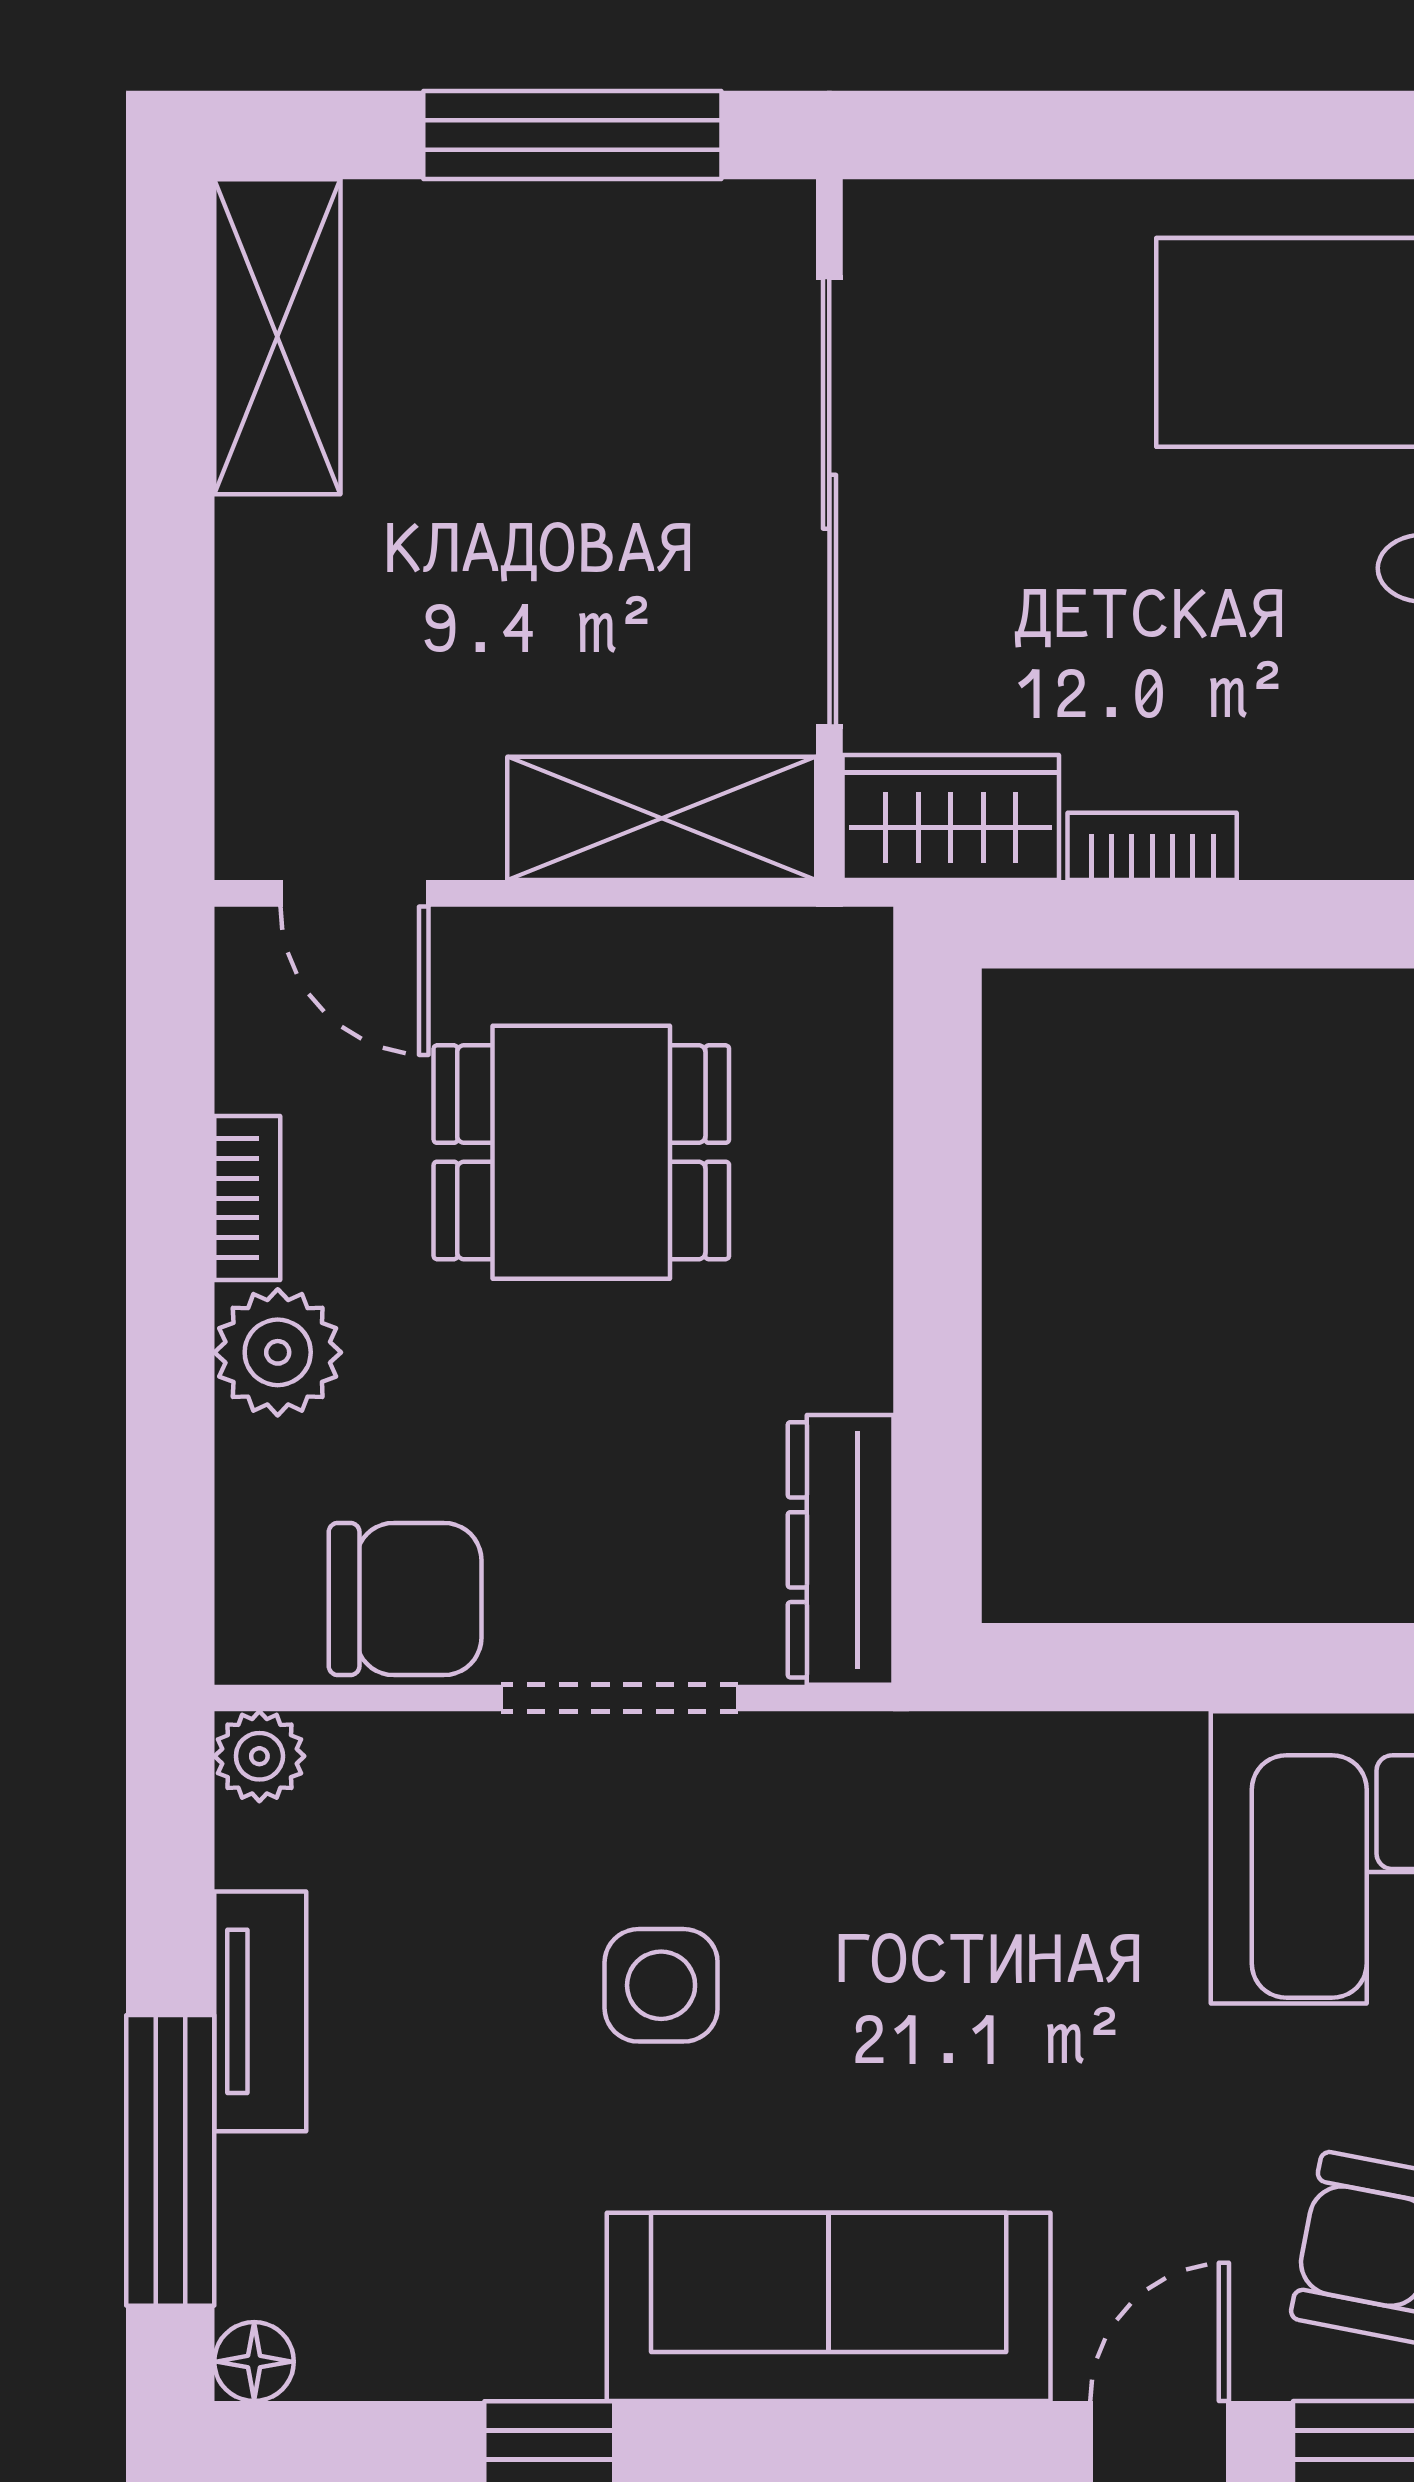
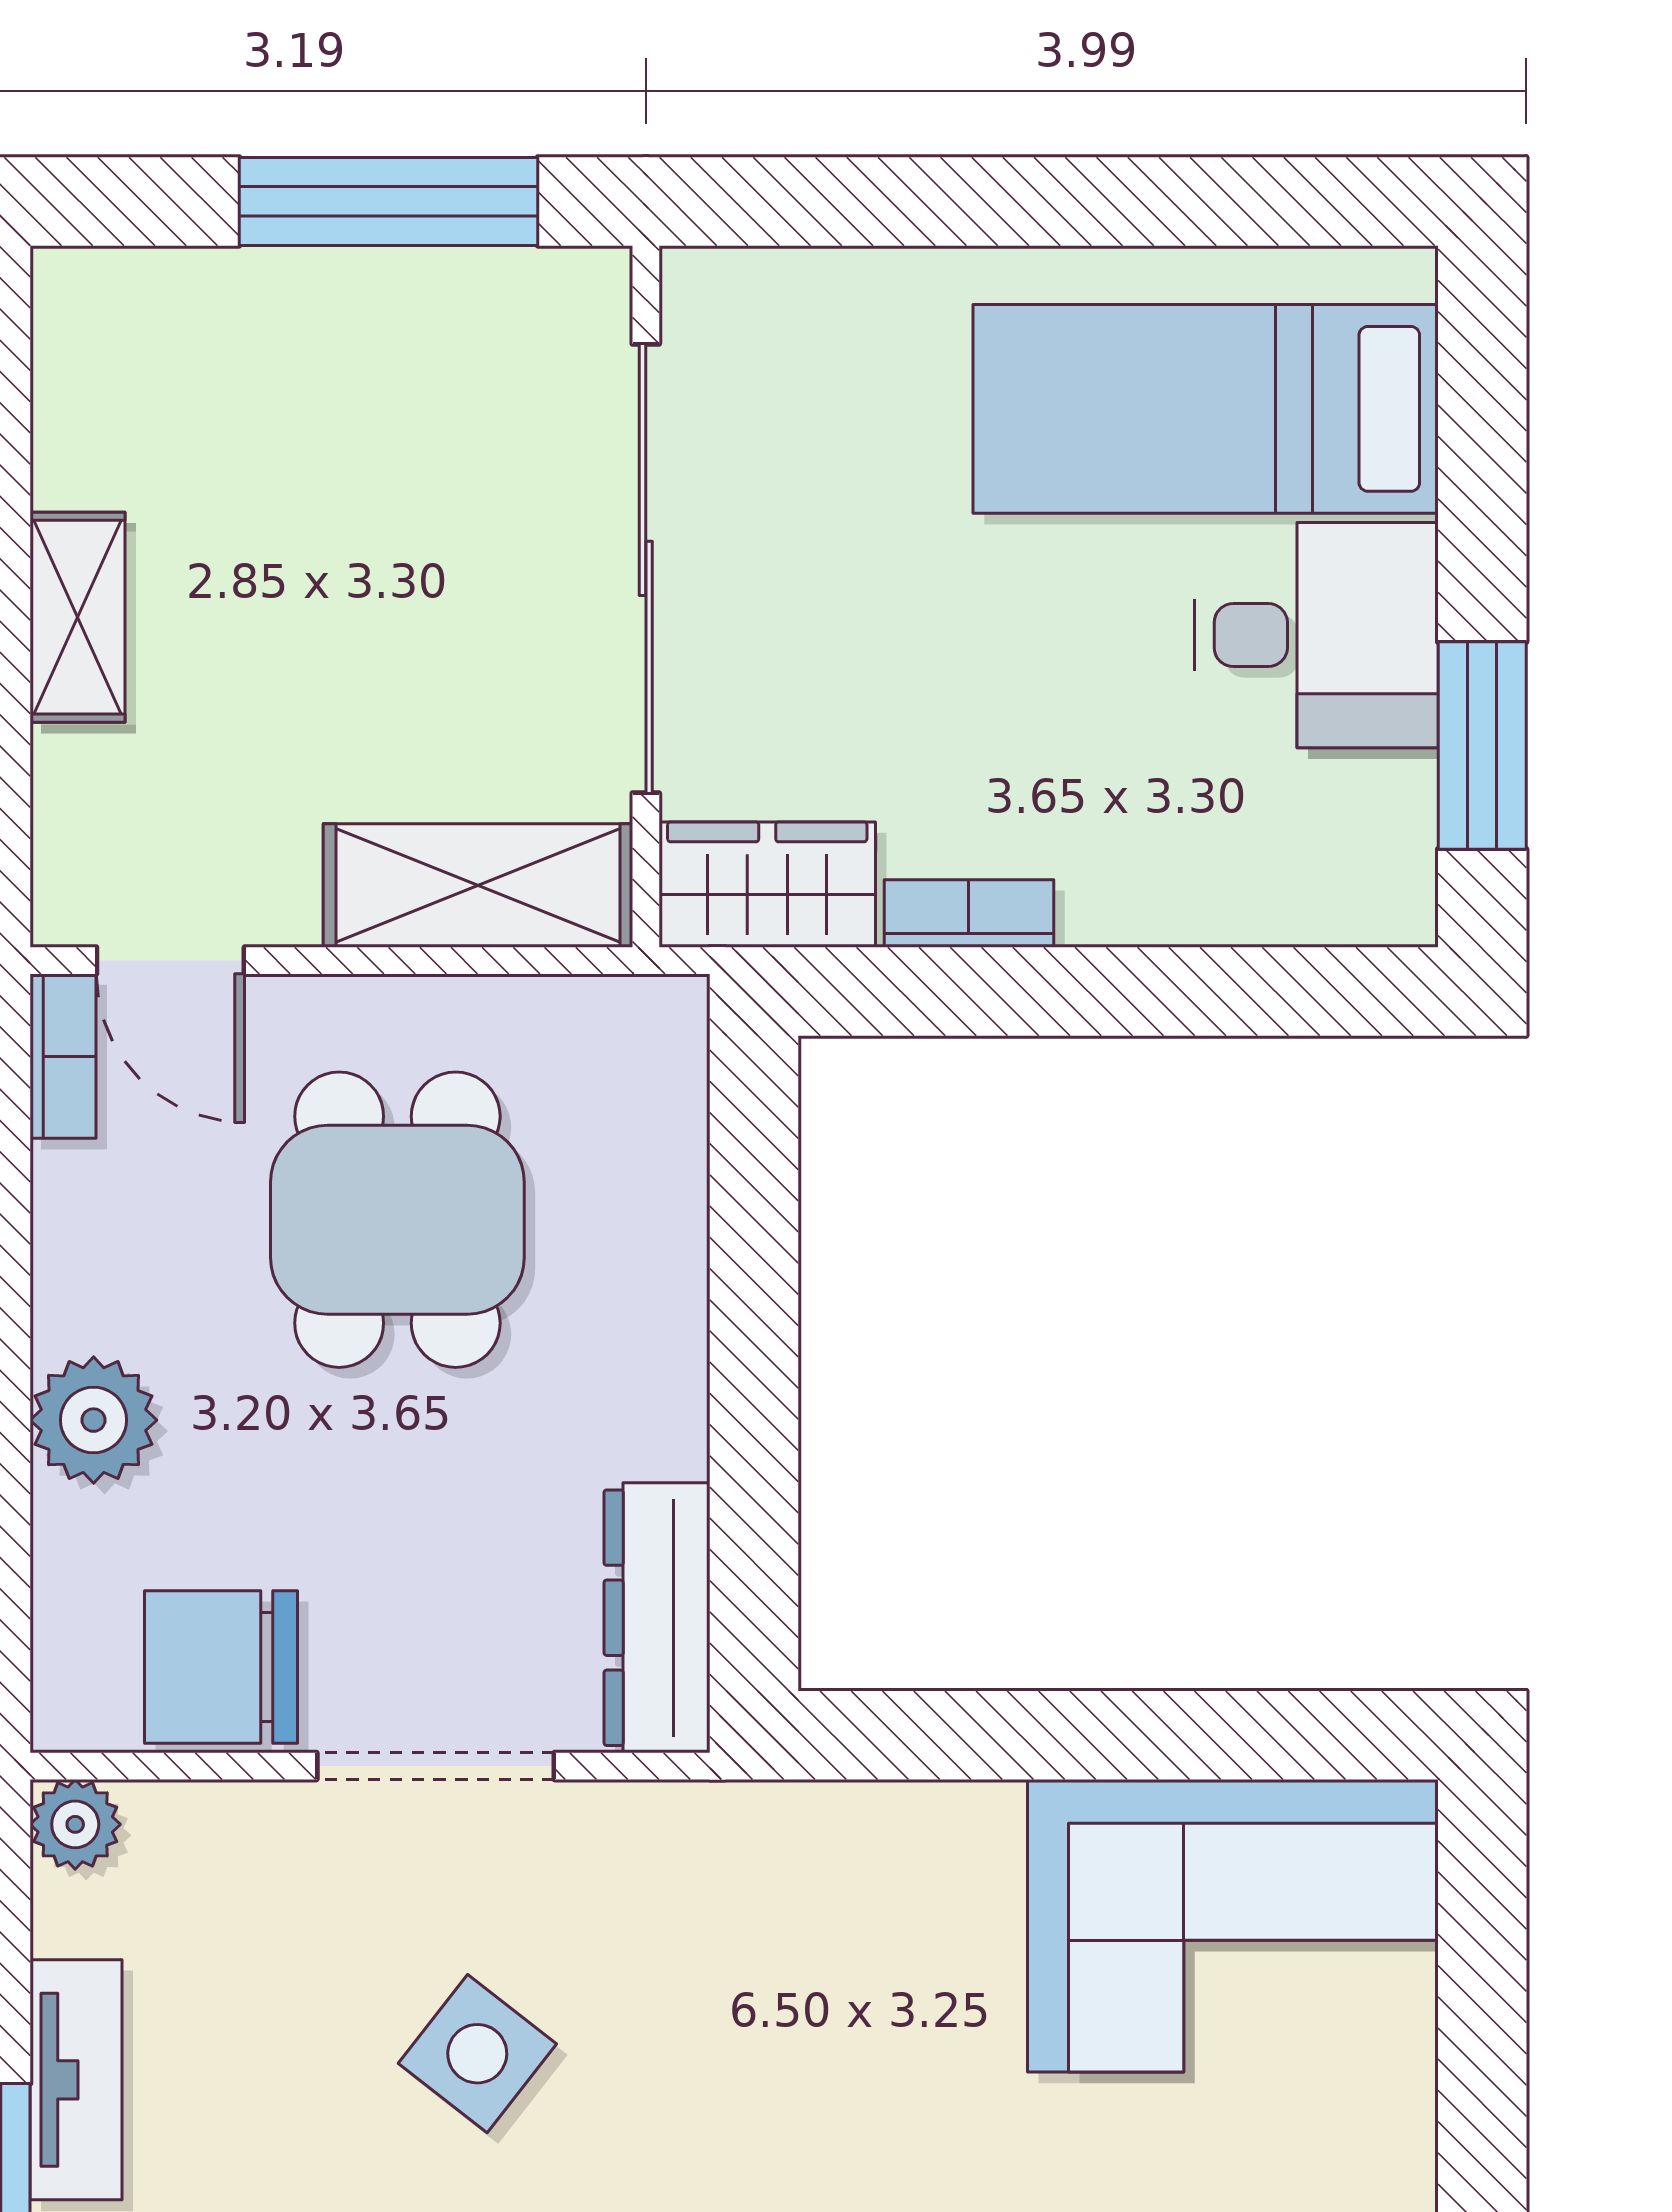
shelving: (277, 337) -> (77, 617), moved, width x0.67, depth x0.75
dining table: (581, 1152) -> (397, 1220), turned 90
bookcase: (247, 1198) -> (63, 1056), moved
chair: (405, 1599) -> (221, 1667), turned 180
side table: (661, 1985) -> (477, 2054), turned 38

